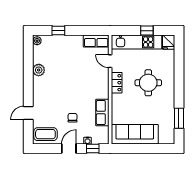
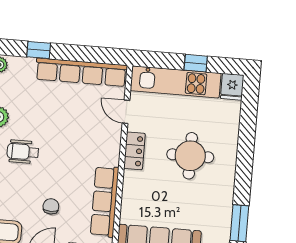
row of seats: (96, 41) -> (81, 72), width x2.02
wheelchair: (54, 88) -> (23, 152), added
row of seats: (102, 112) -> (105, 202), width x1.48

